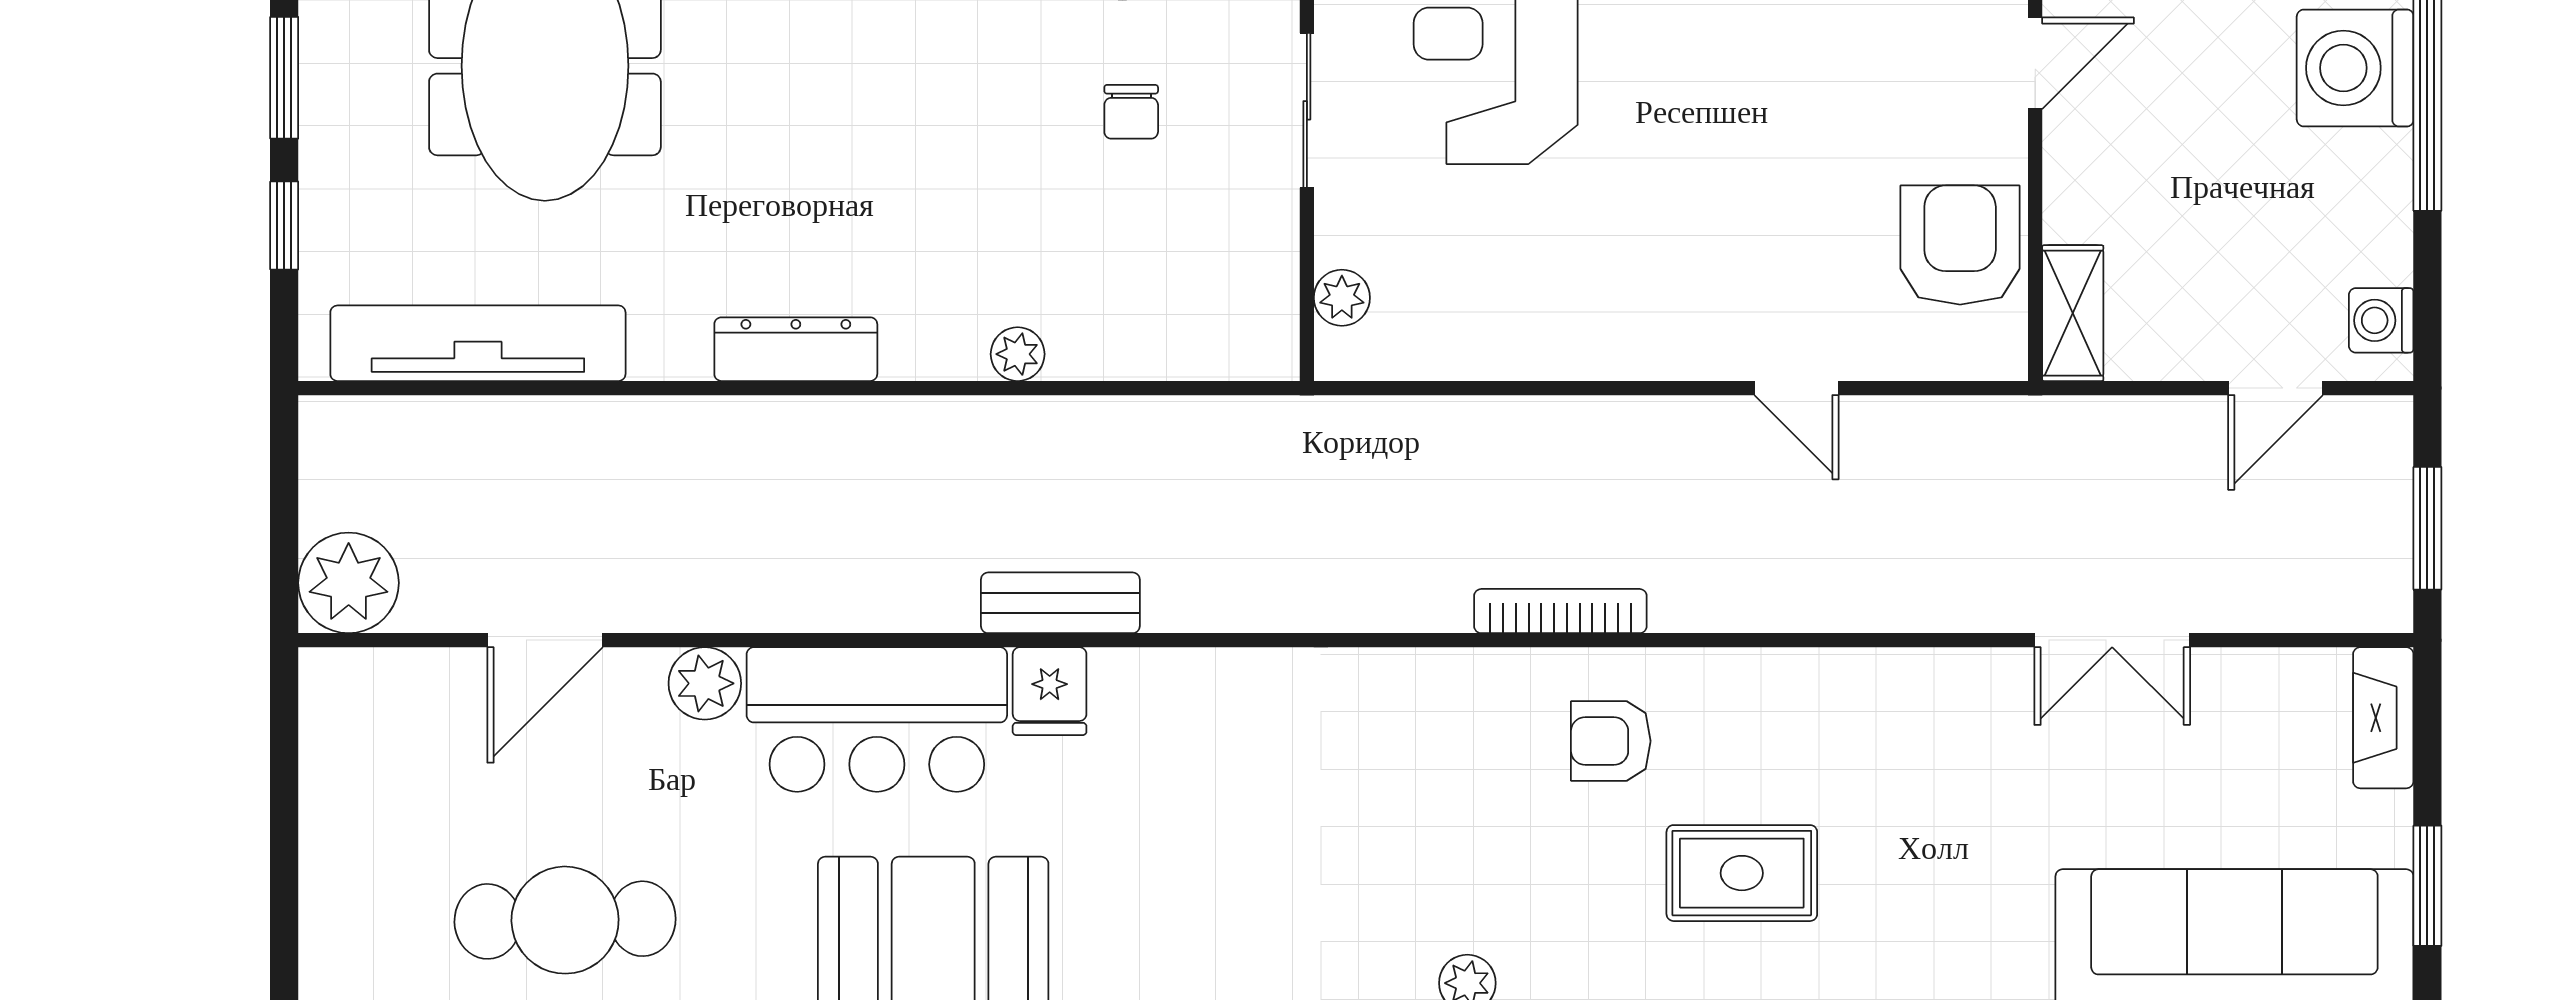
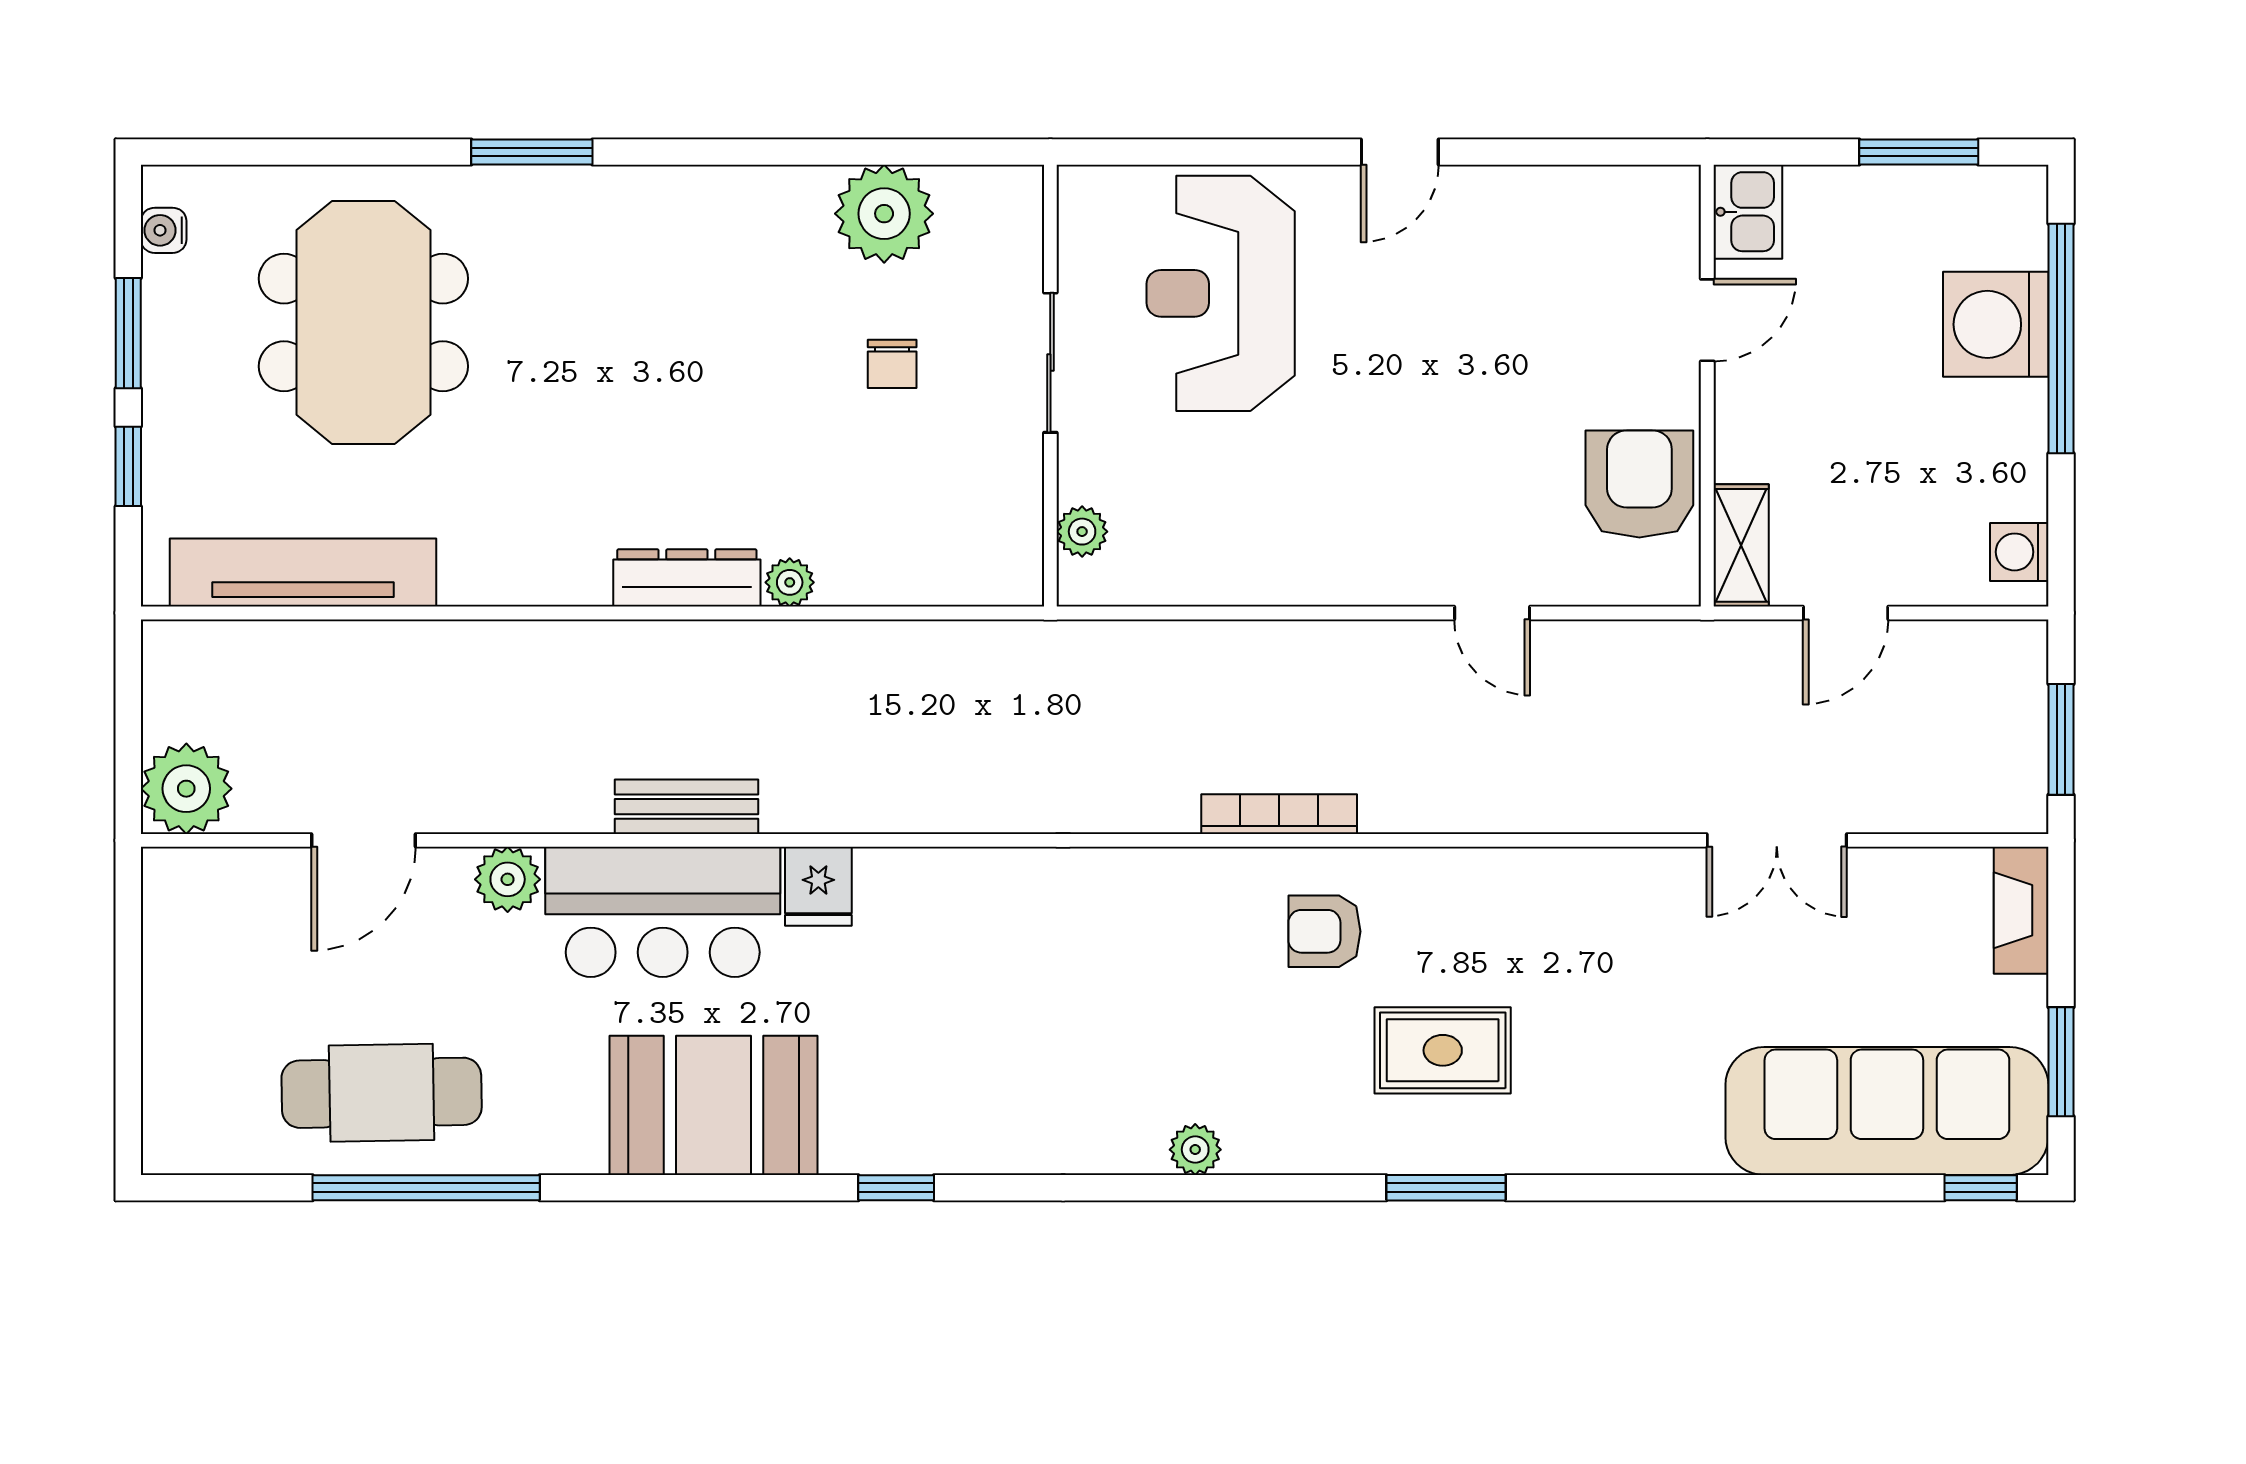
dresser: (796, 349) -> (687, 578), moved
door: (2276, 388) -> (1846, 613), moved
bench: (1060, 603) -> (686, 807), moved

